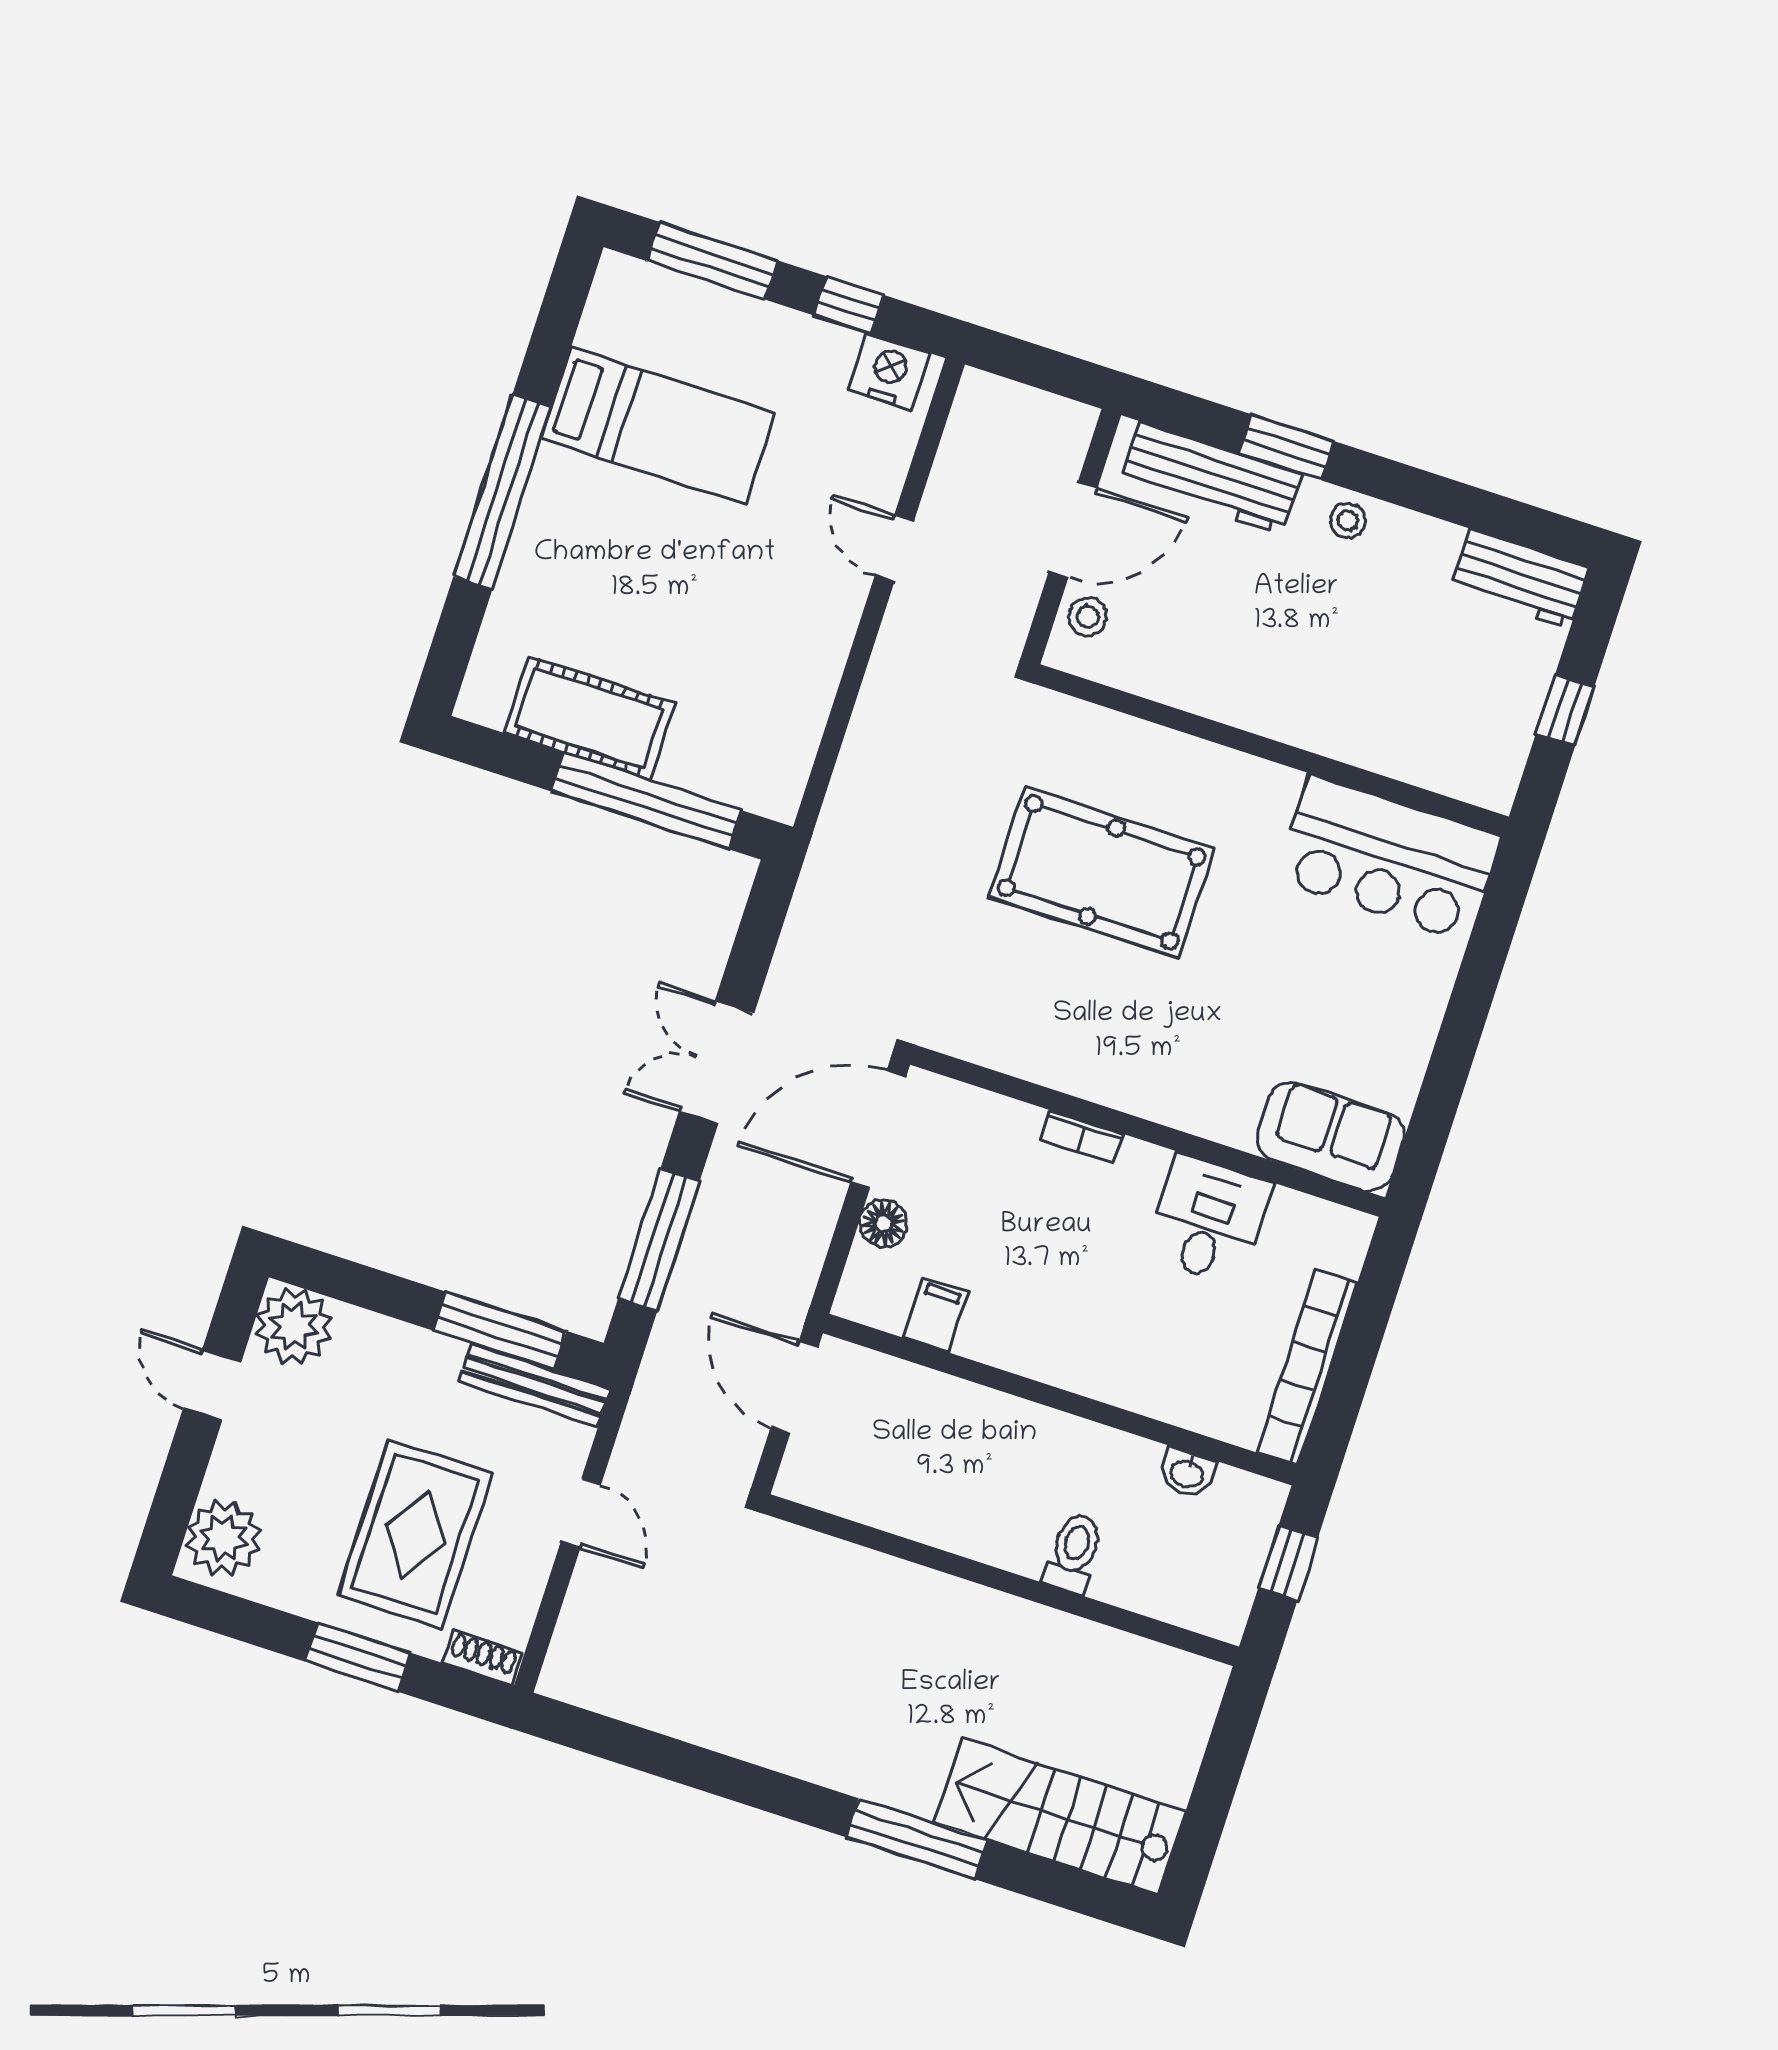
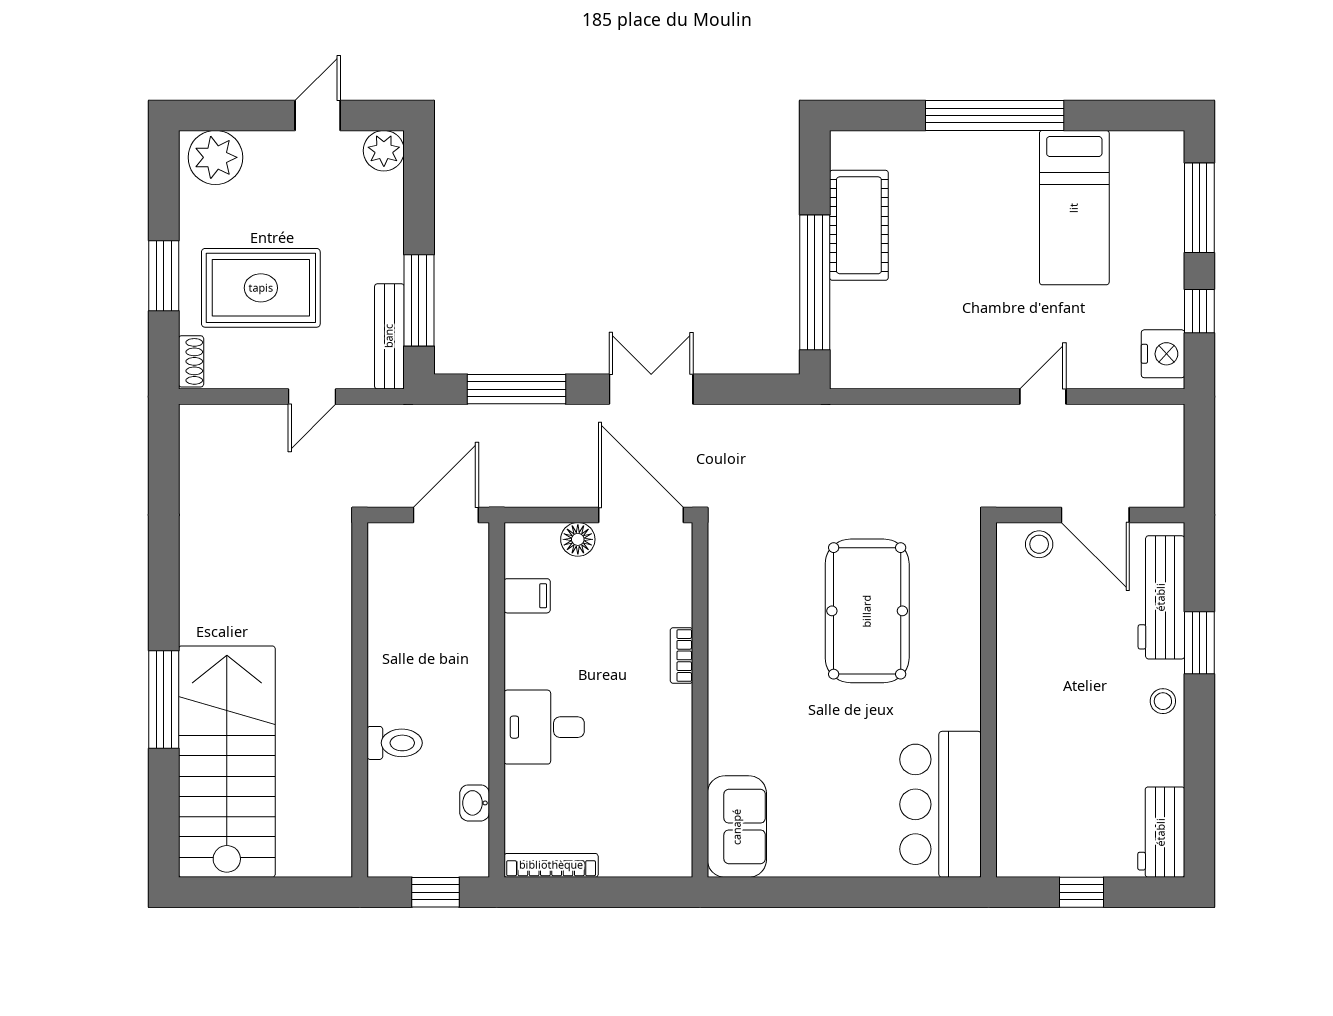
desk: (1209, 1220) -> (544, 727), moved, turned 180
plant: (294, 1326) -> (384, 151), width x0.73, depth x0.73
bookcase: (1307, 1367) -> (551, 865), width x0.68, depth x0.76
stairs: (1060, 1817) -> (227, 762), width x1.36, depth x1.51

